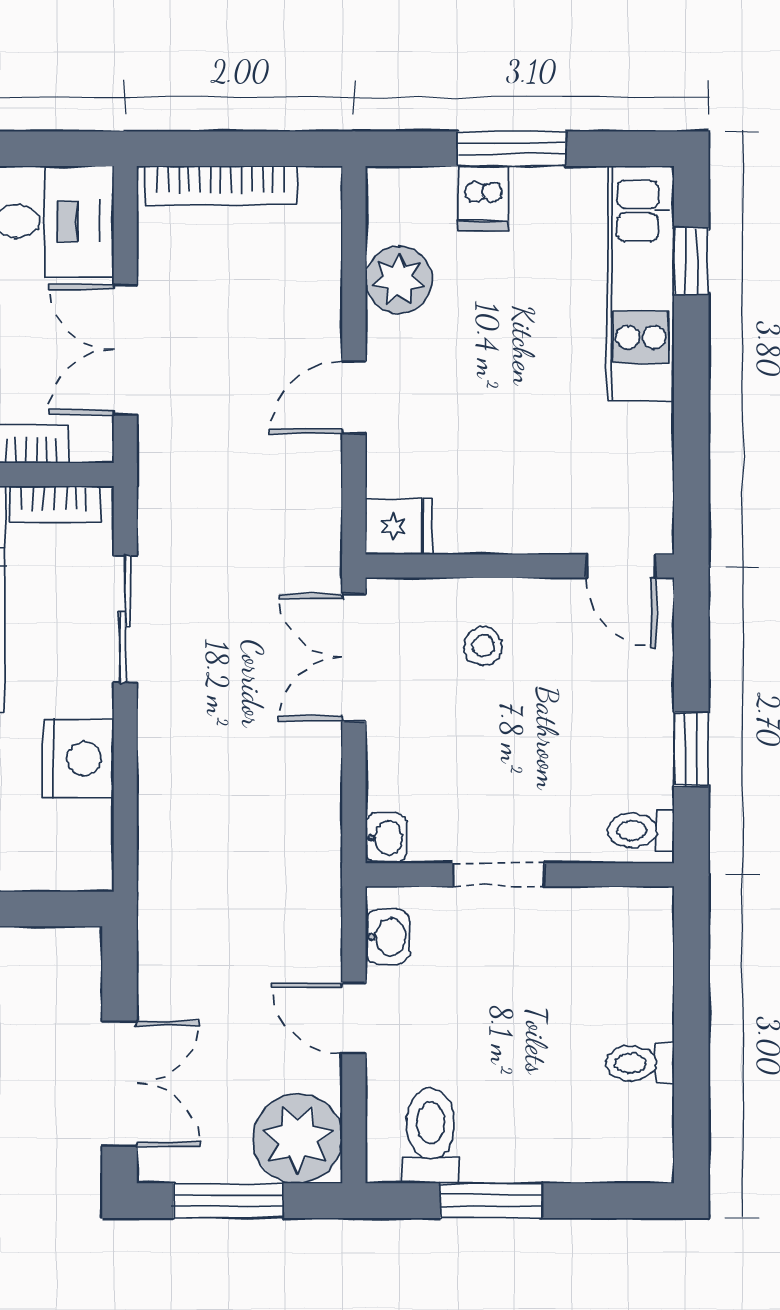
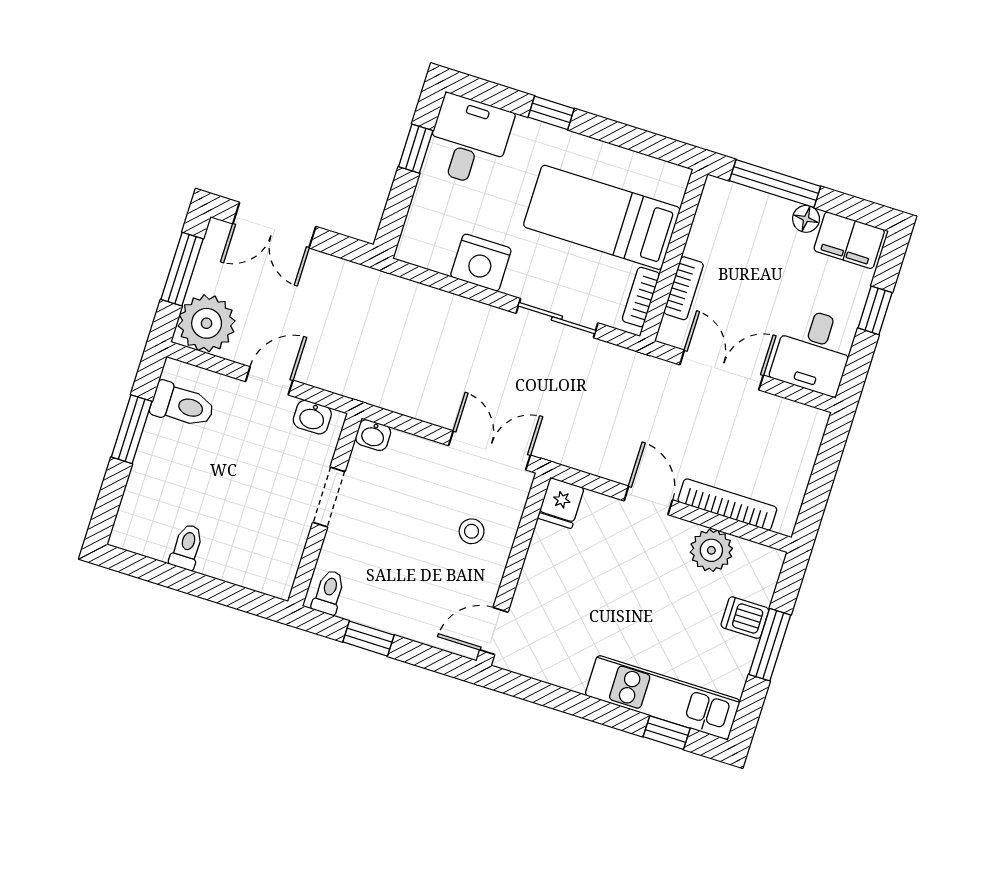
bookcase: (221, 185) -> (727, 505), moved, turned 90

